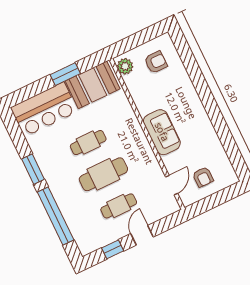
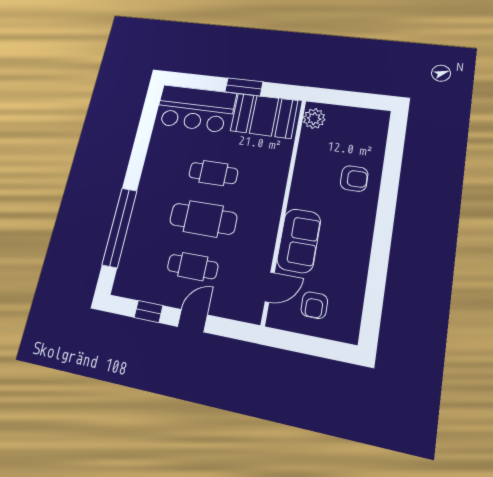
armchair: (156, 62) -> (354, 179), moved
sofa: (162, 132) -> (299, 241), moved
window: (33, 169) -> (137, 162), removed

